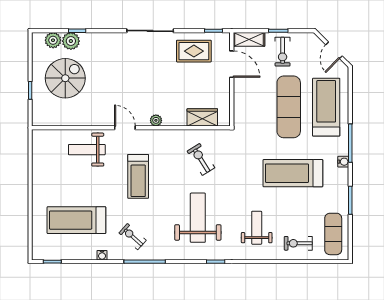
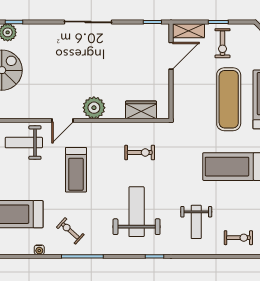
rug: (194, 51) -> (132, 43), removed
door: (232, 64) -> (171, 56), hinge flipped
plant: (156, 120) -> (94, 108), width x1.88, depth x1.88
door: (125, 128) -> (62, 120), swing flipped
exercise bike: (201, 159) -> (140, 152), turned 122
weight bench: (257, 228) -> (196, 222), turned 180
exercise bike: (298, 243) -> (238, 238), turned 180

